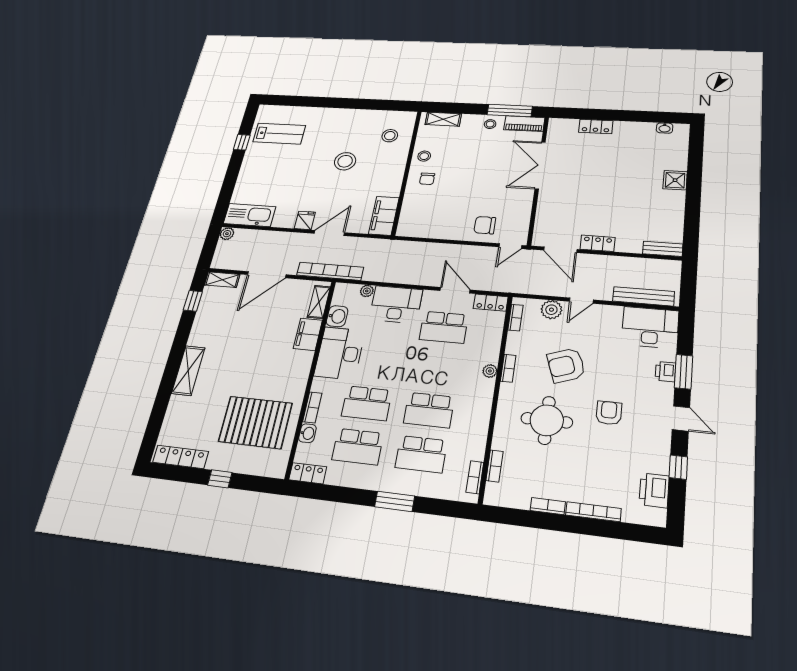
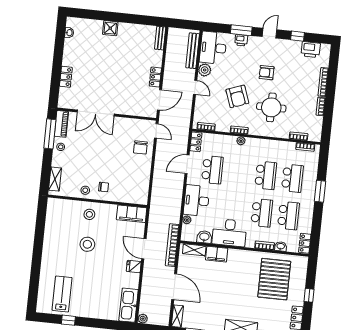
stool: (390, 136) -> (89, 214), moved
plant: (551, 310) -> (205, 70), moved

